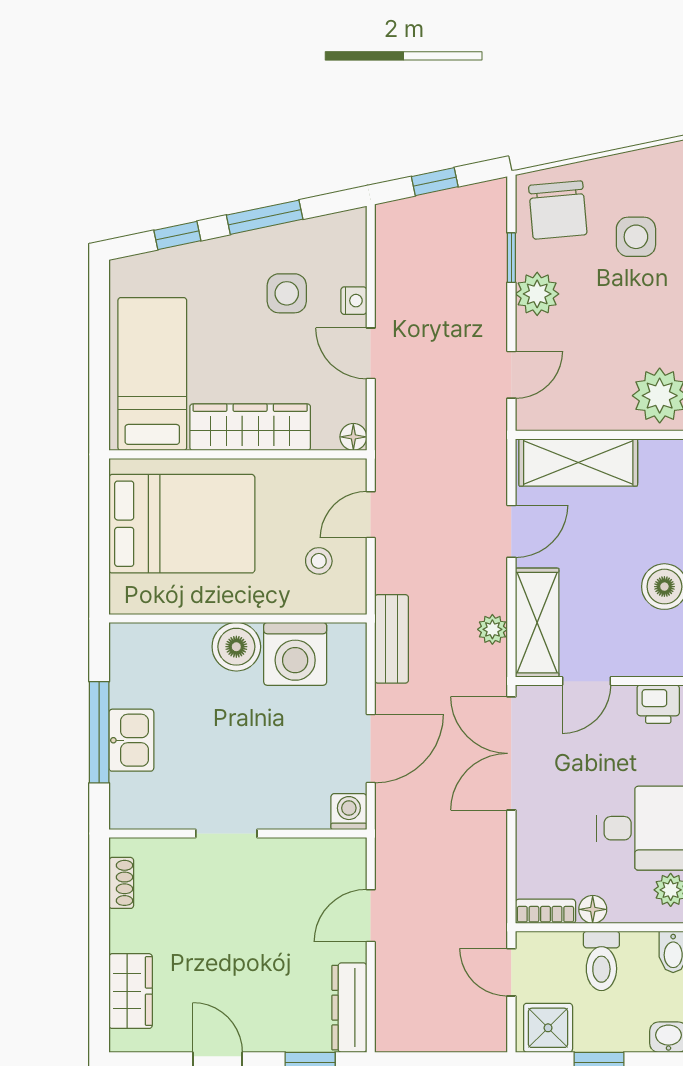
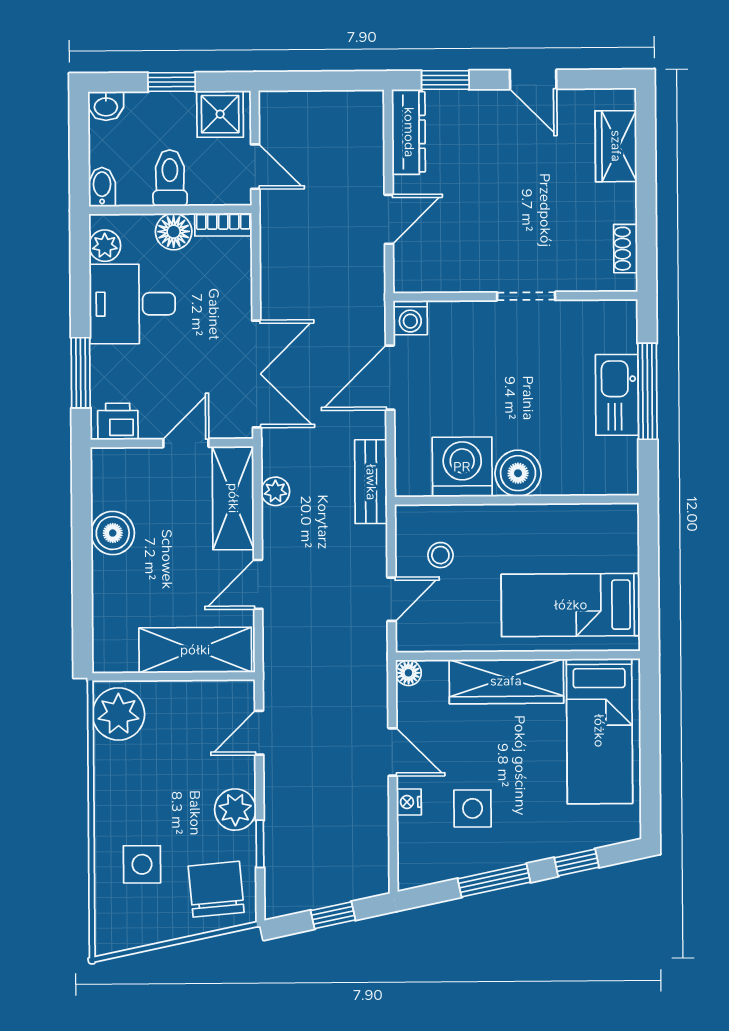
bed: (182, 524) -> (571, 605), width x0.67
kitchen sink: (131, 740) -> (617, 395), width x1.38
floor lamp: (593, 909) -> (174, 232), width x1.37, depth x1.37

